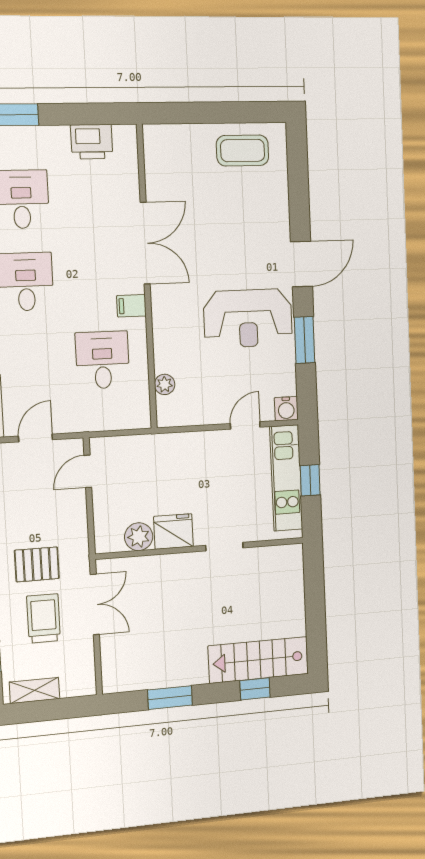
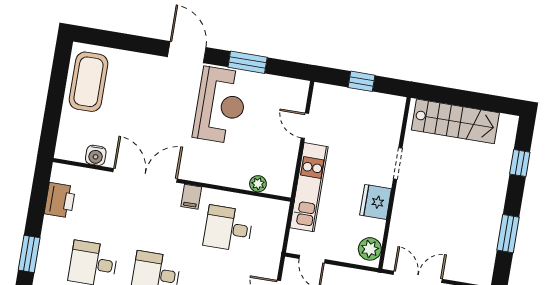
coffee table: (243, 151) -> (89, 82), width x1.36, depth x1.32
water cooler: (286, 409) -> (96, 155), moved, turned 90
kitchen unit: (286, 478) -> (309, 187), moved, turned -90
plant: (139, 537) -> (370, 249), moved
stairs: (258, 660) -> (455, 121), moved, turned -90

